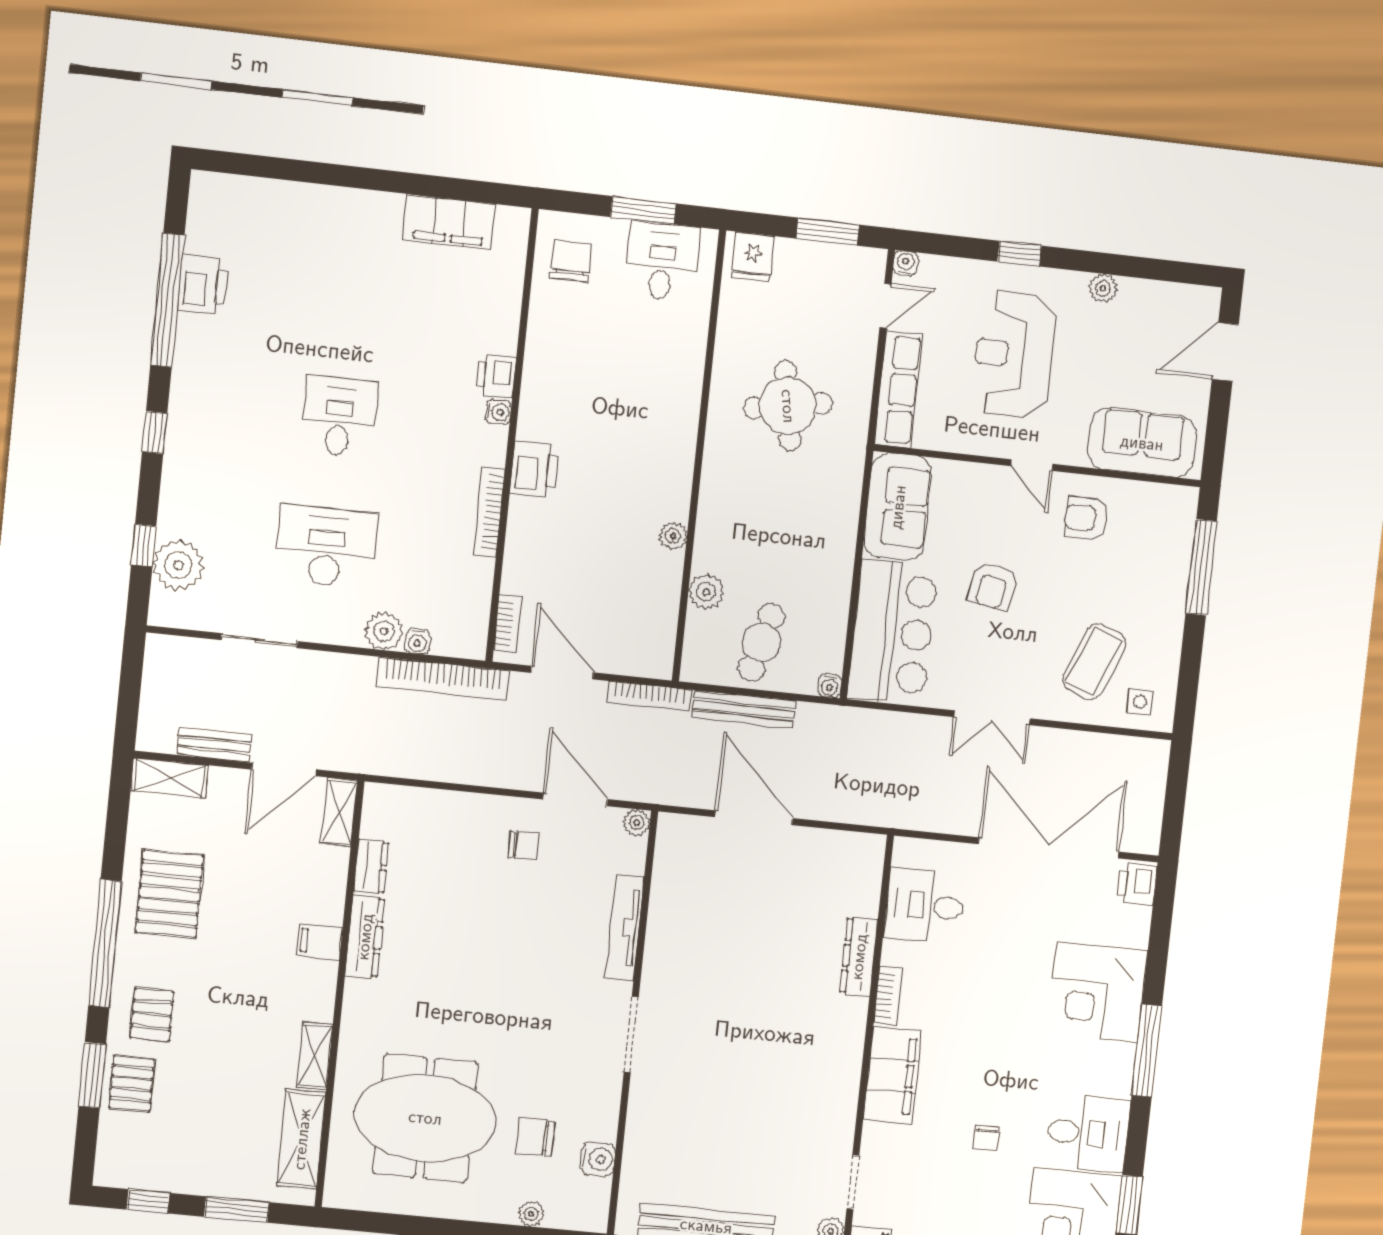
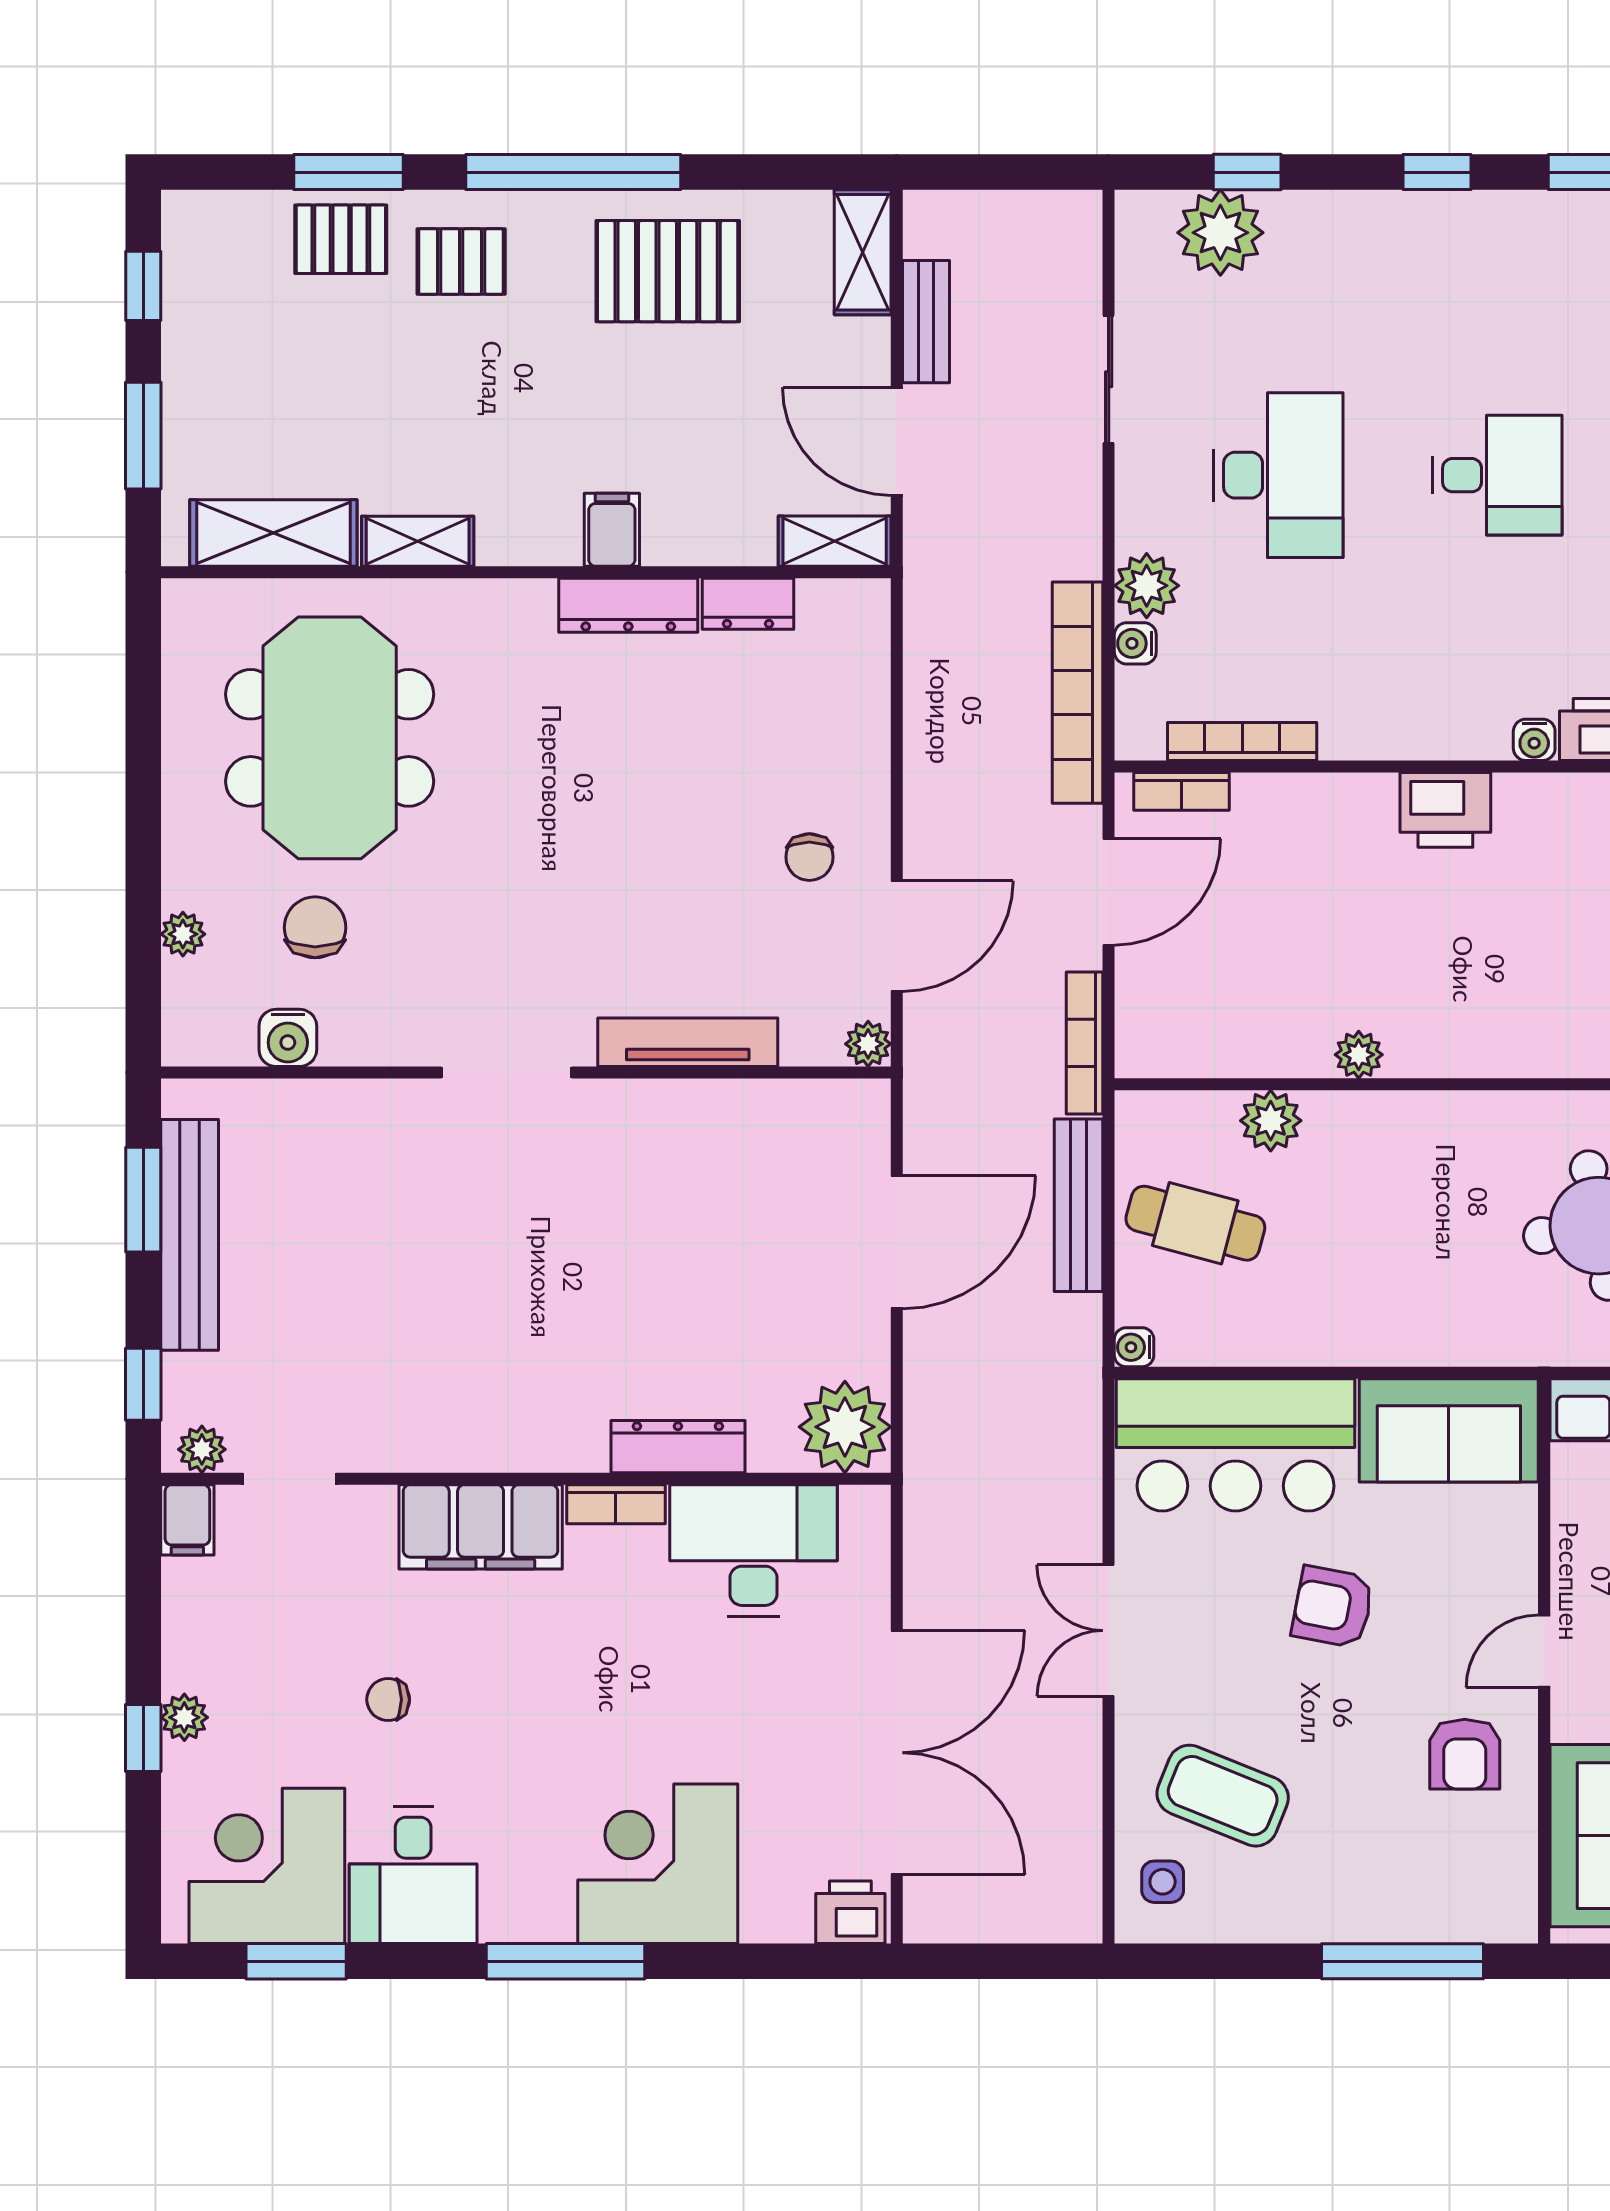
bookcase: (489, 512) -> (1242, 742), moved
armchair: (1086, 518) -> (1465, 1754), turned 180
plant: (858, 859) -> (845, 1427), added
desk: (925, 906) -> (754, 1550), width x1.37

